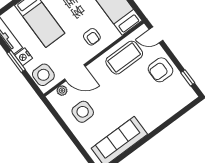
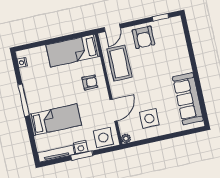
plant: (62, 91) -> (126, 138), moved

